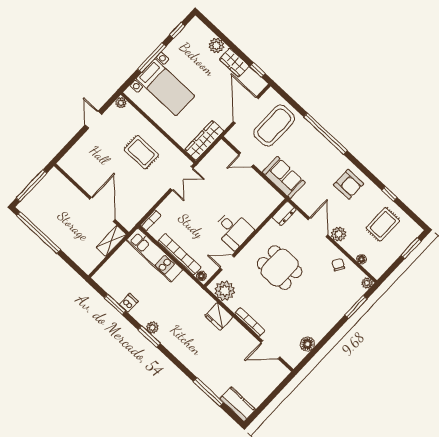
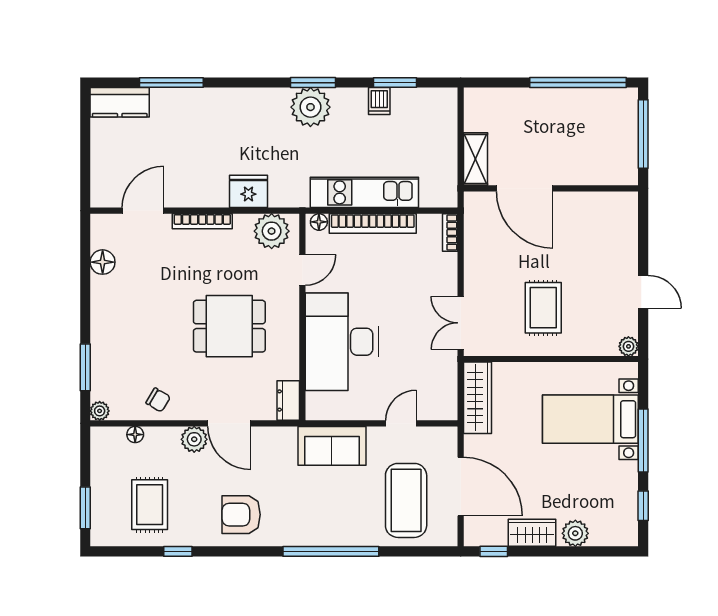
rug: (141, 152) -> (543, 308), turned 90
desk: (233, 230) -> (342, 342), width x1.87, depth x1.30
kitchen unit: (154, 255) -> (364, 192), moved
plant: (152, 327) -> (310, 107), width x1.87, depth x1.87

